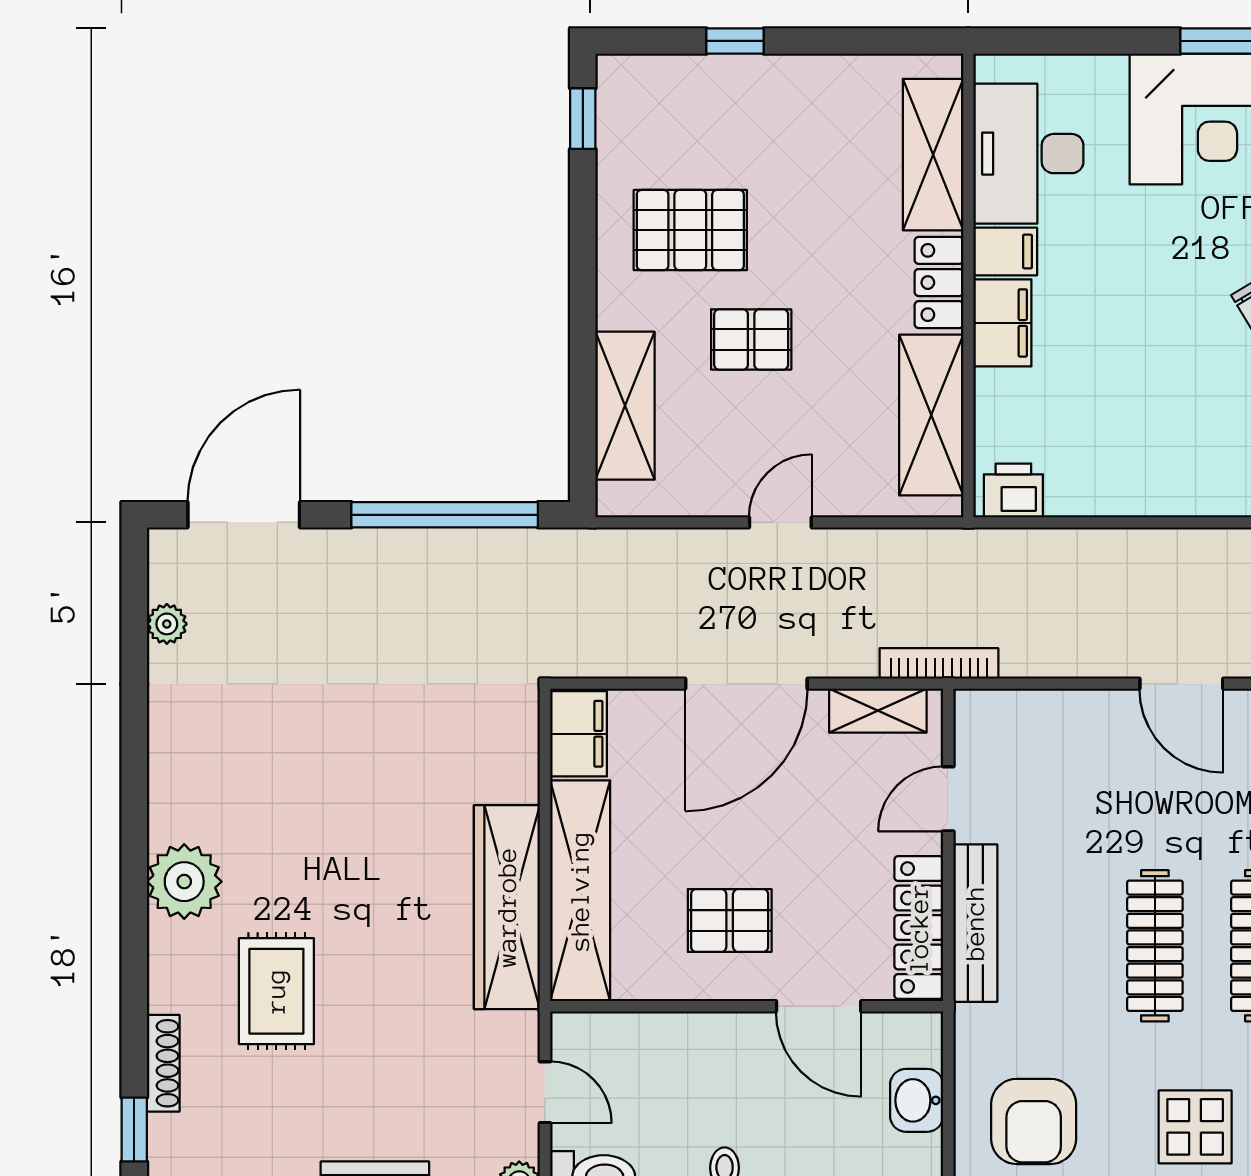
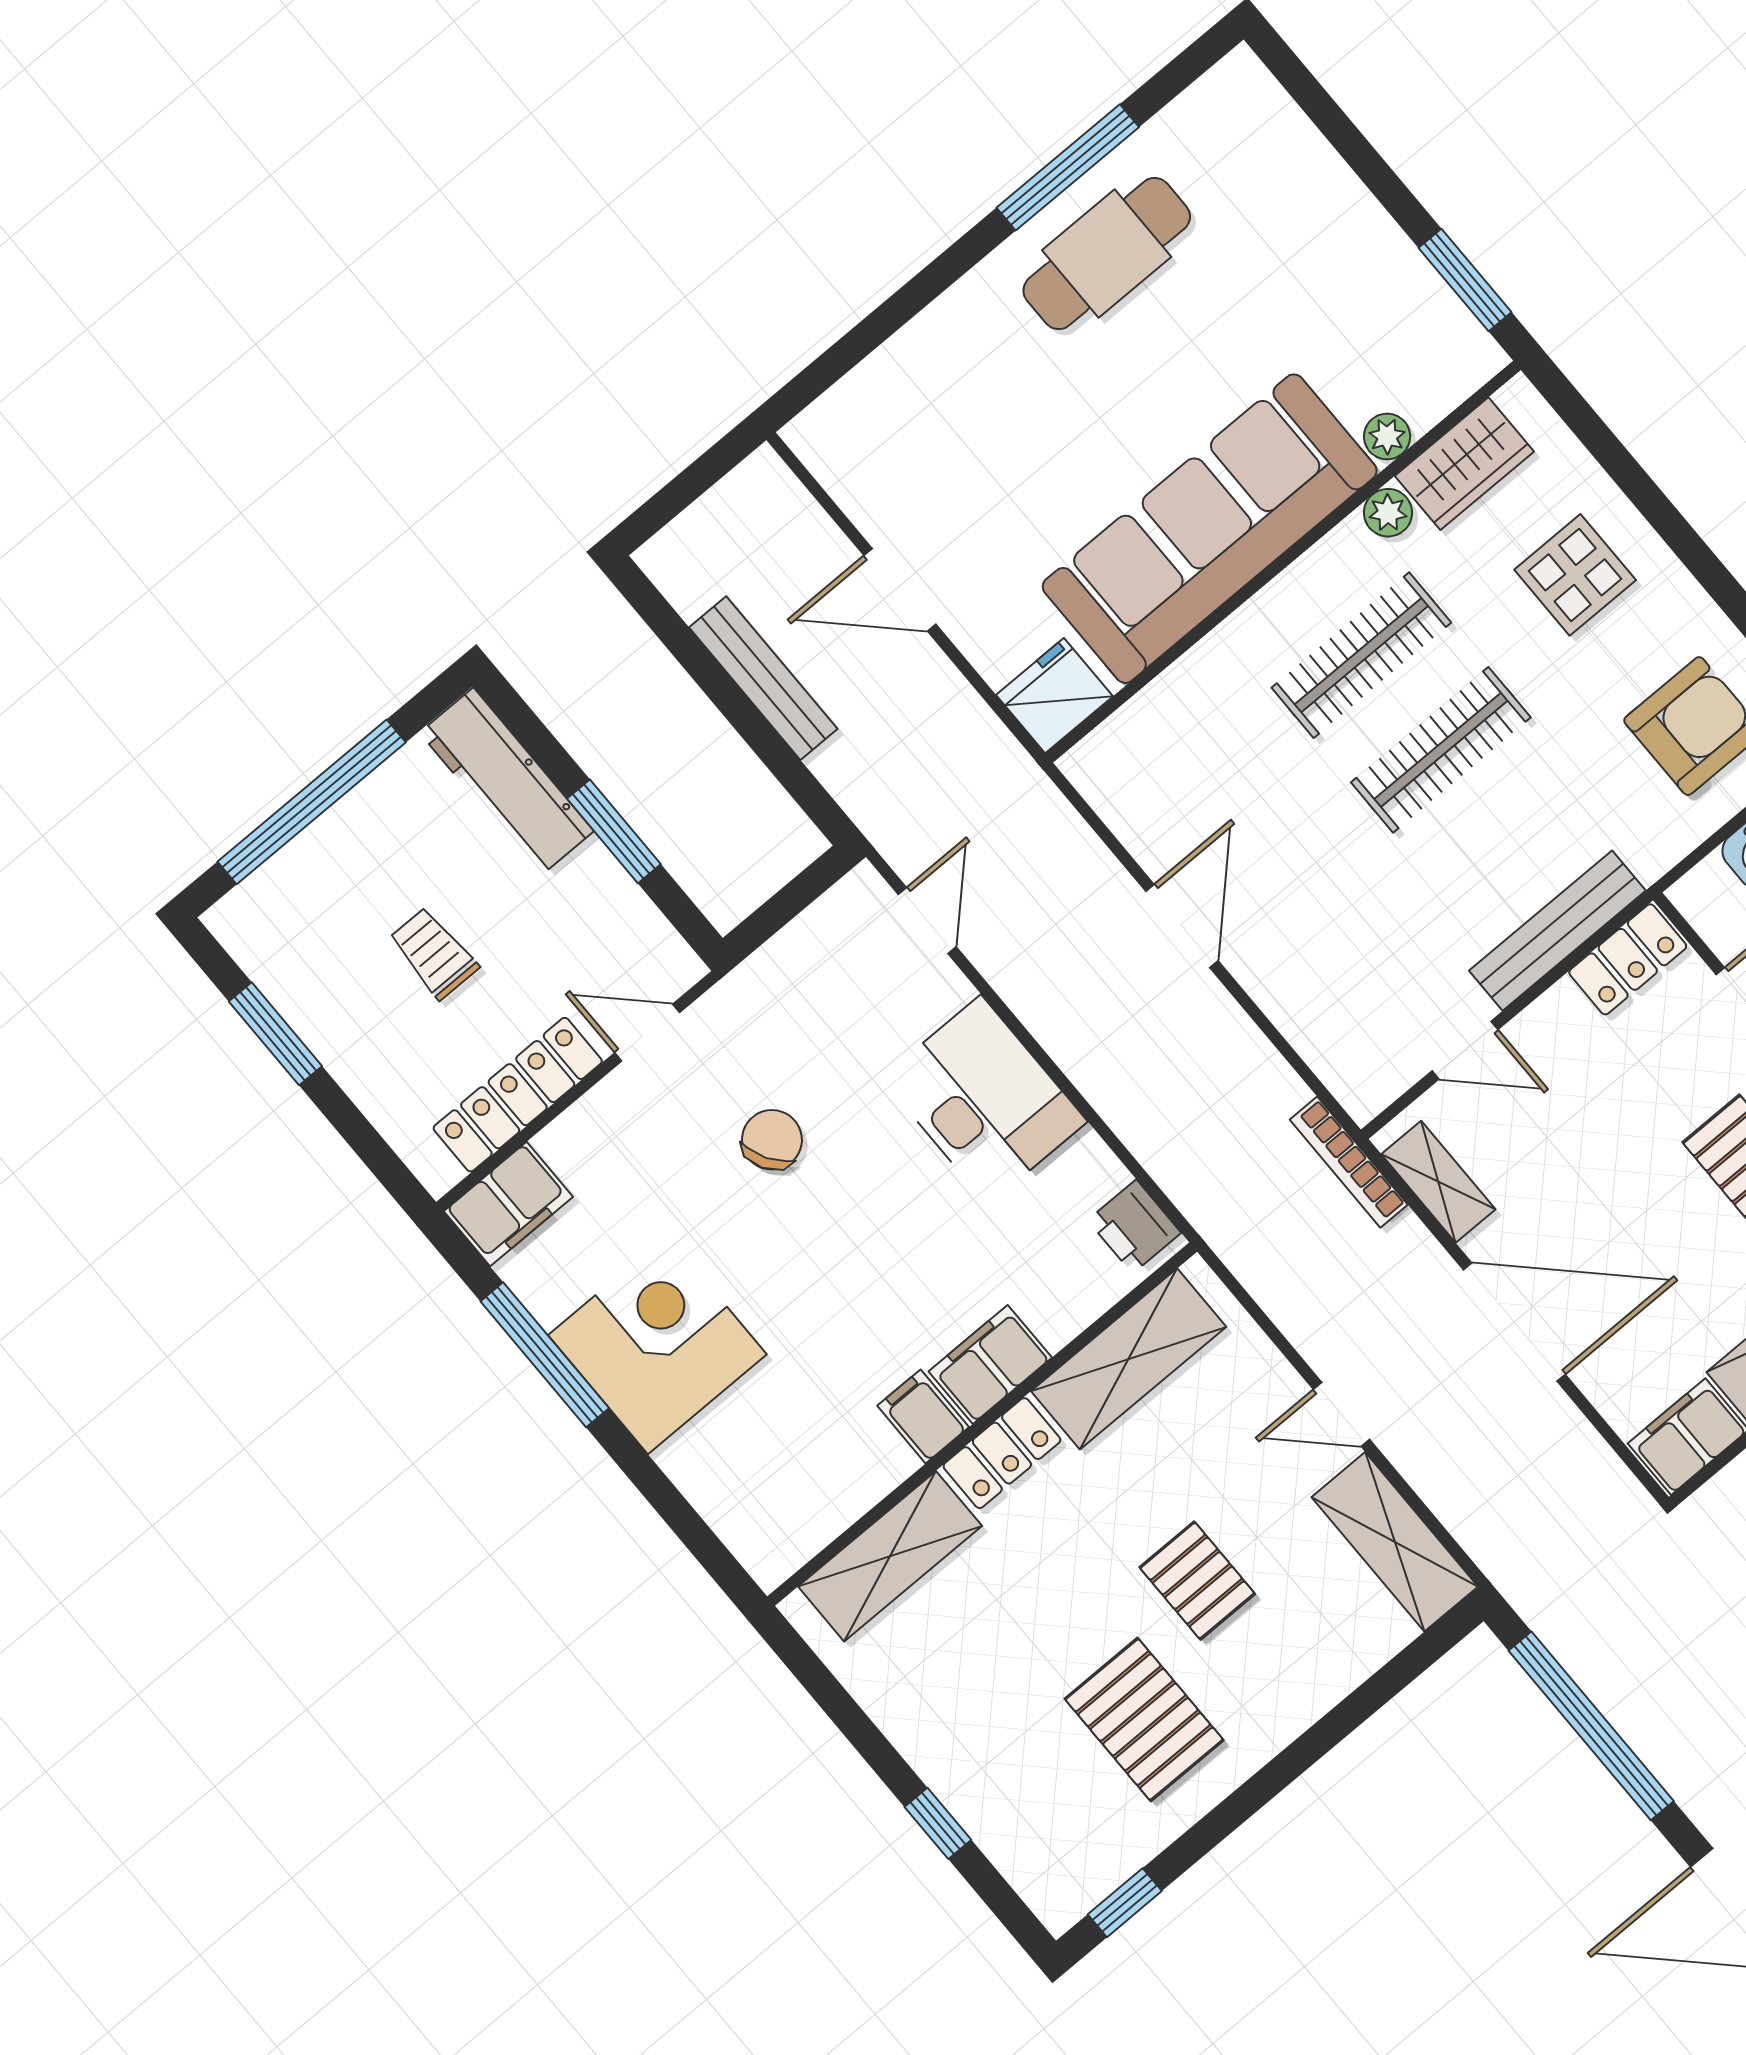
desk: (1028, 154) -> (984, 1100), moved, turned -90
shelving: (625, 406) -> (1395, 1542), moved, turned 90
locker: (919, 928) -> (1628, 959), width x0.66

